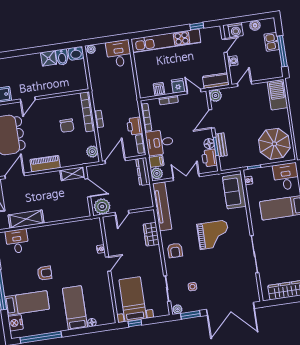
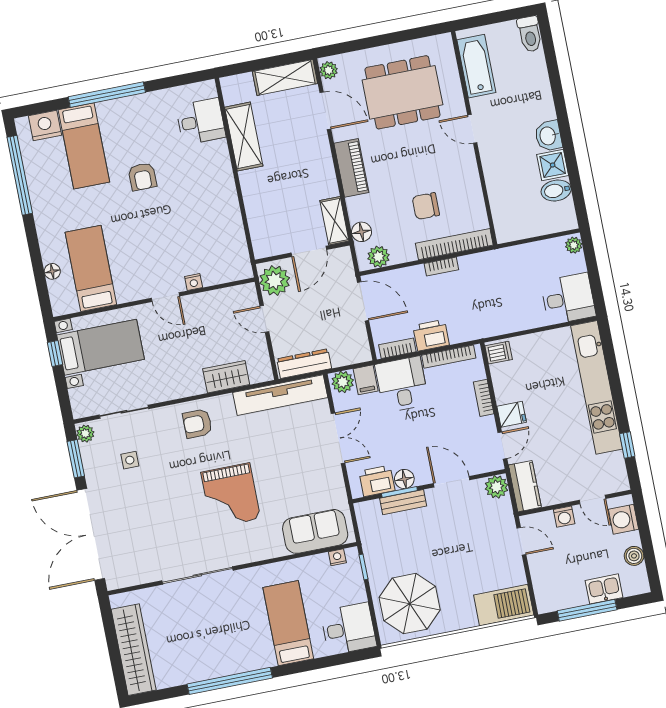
washbasin: (76, 53) -> (548, 136), moved
dishwasher: (159, 89) -> (499, 353), moved
floor lamp: (79, 160) -> (362, 232), added
dresser: (143, 172) -> (304, 364), moved
bed: (75, 308) -> (91, 268), moved, turned -90

